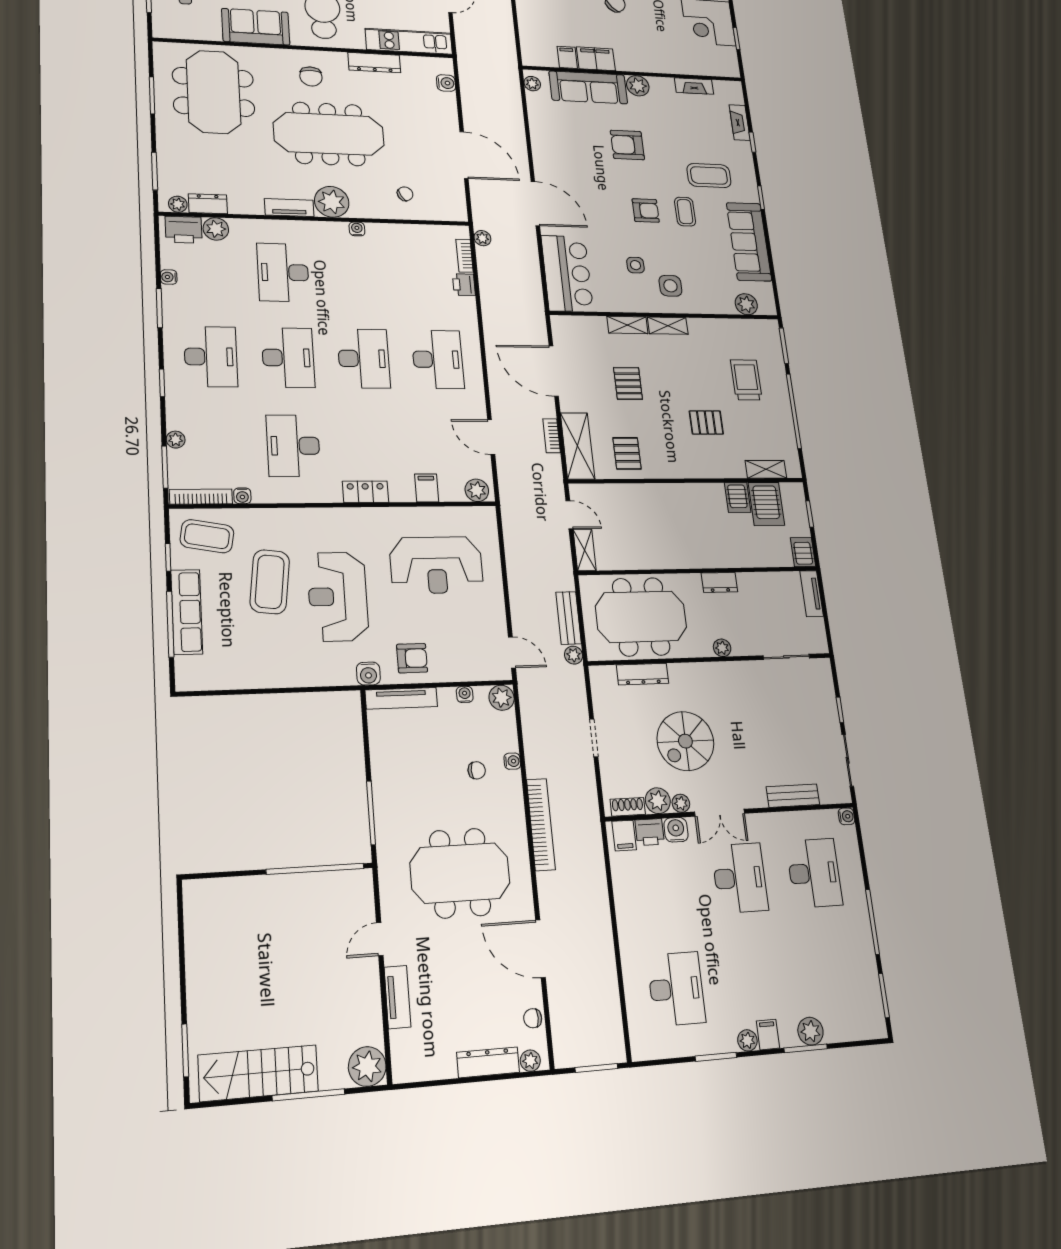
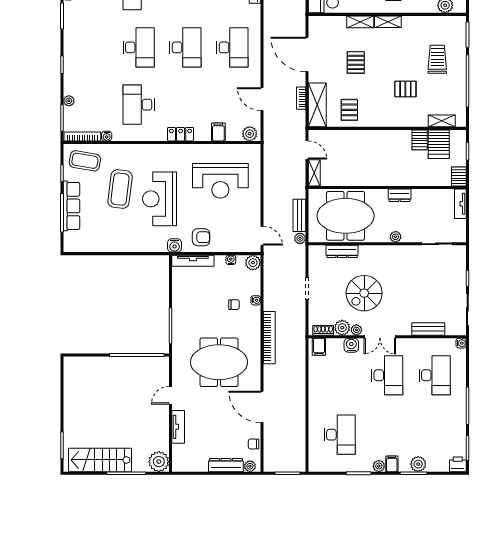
desk: (211, 357) -> (92, 47), removed
printer: (650, 832) -> (458, 464), moved, turned 180

